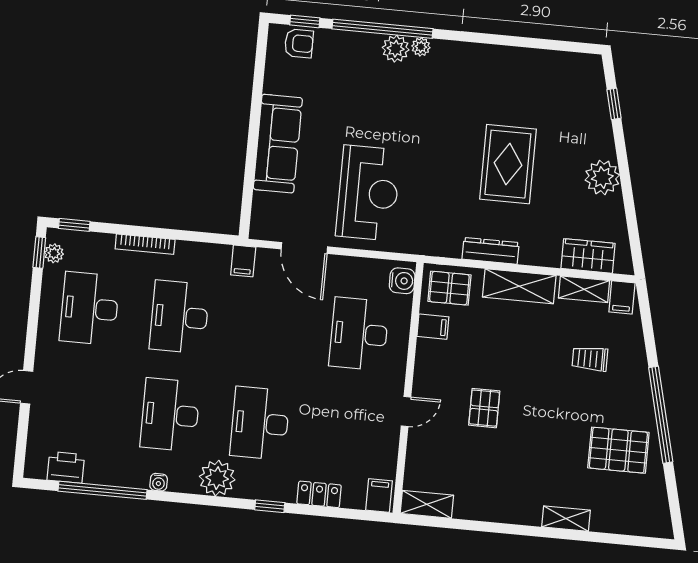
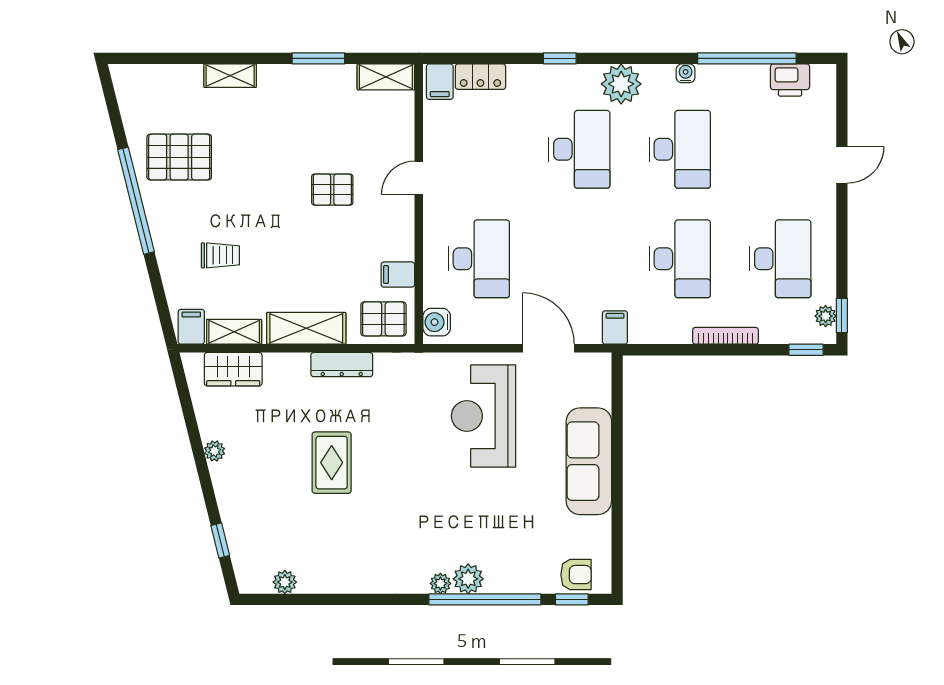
armchair: (299, 43) -> (576, 575), turned 180
plant: (560, 61) -> (285, 582), added
rug: (508, 164) -> (332, 463), width x0.73, depth x0.70
plant: (602, 177) -> (215, 451), width x0.53, depth x0.53
pallet: (484, 408) -> (332, 190), turned 90
locker: (319, 494) -> (480, 77), moved
window: (486, 527) -> (318, 58), added

